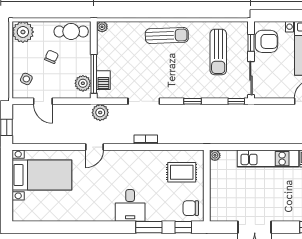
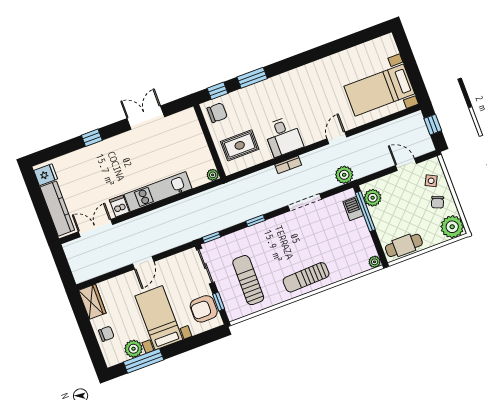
chair: (52, 57) -> (438, 202), moved
desk: (130, 205) -> (283, 136), moved, turned 180

